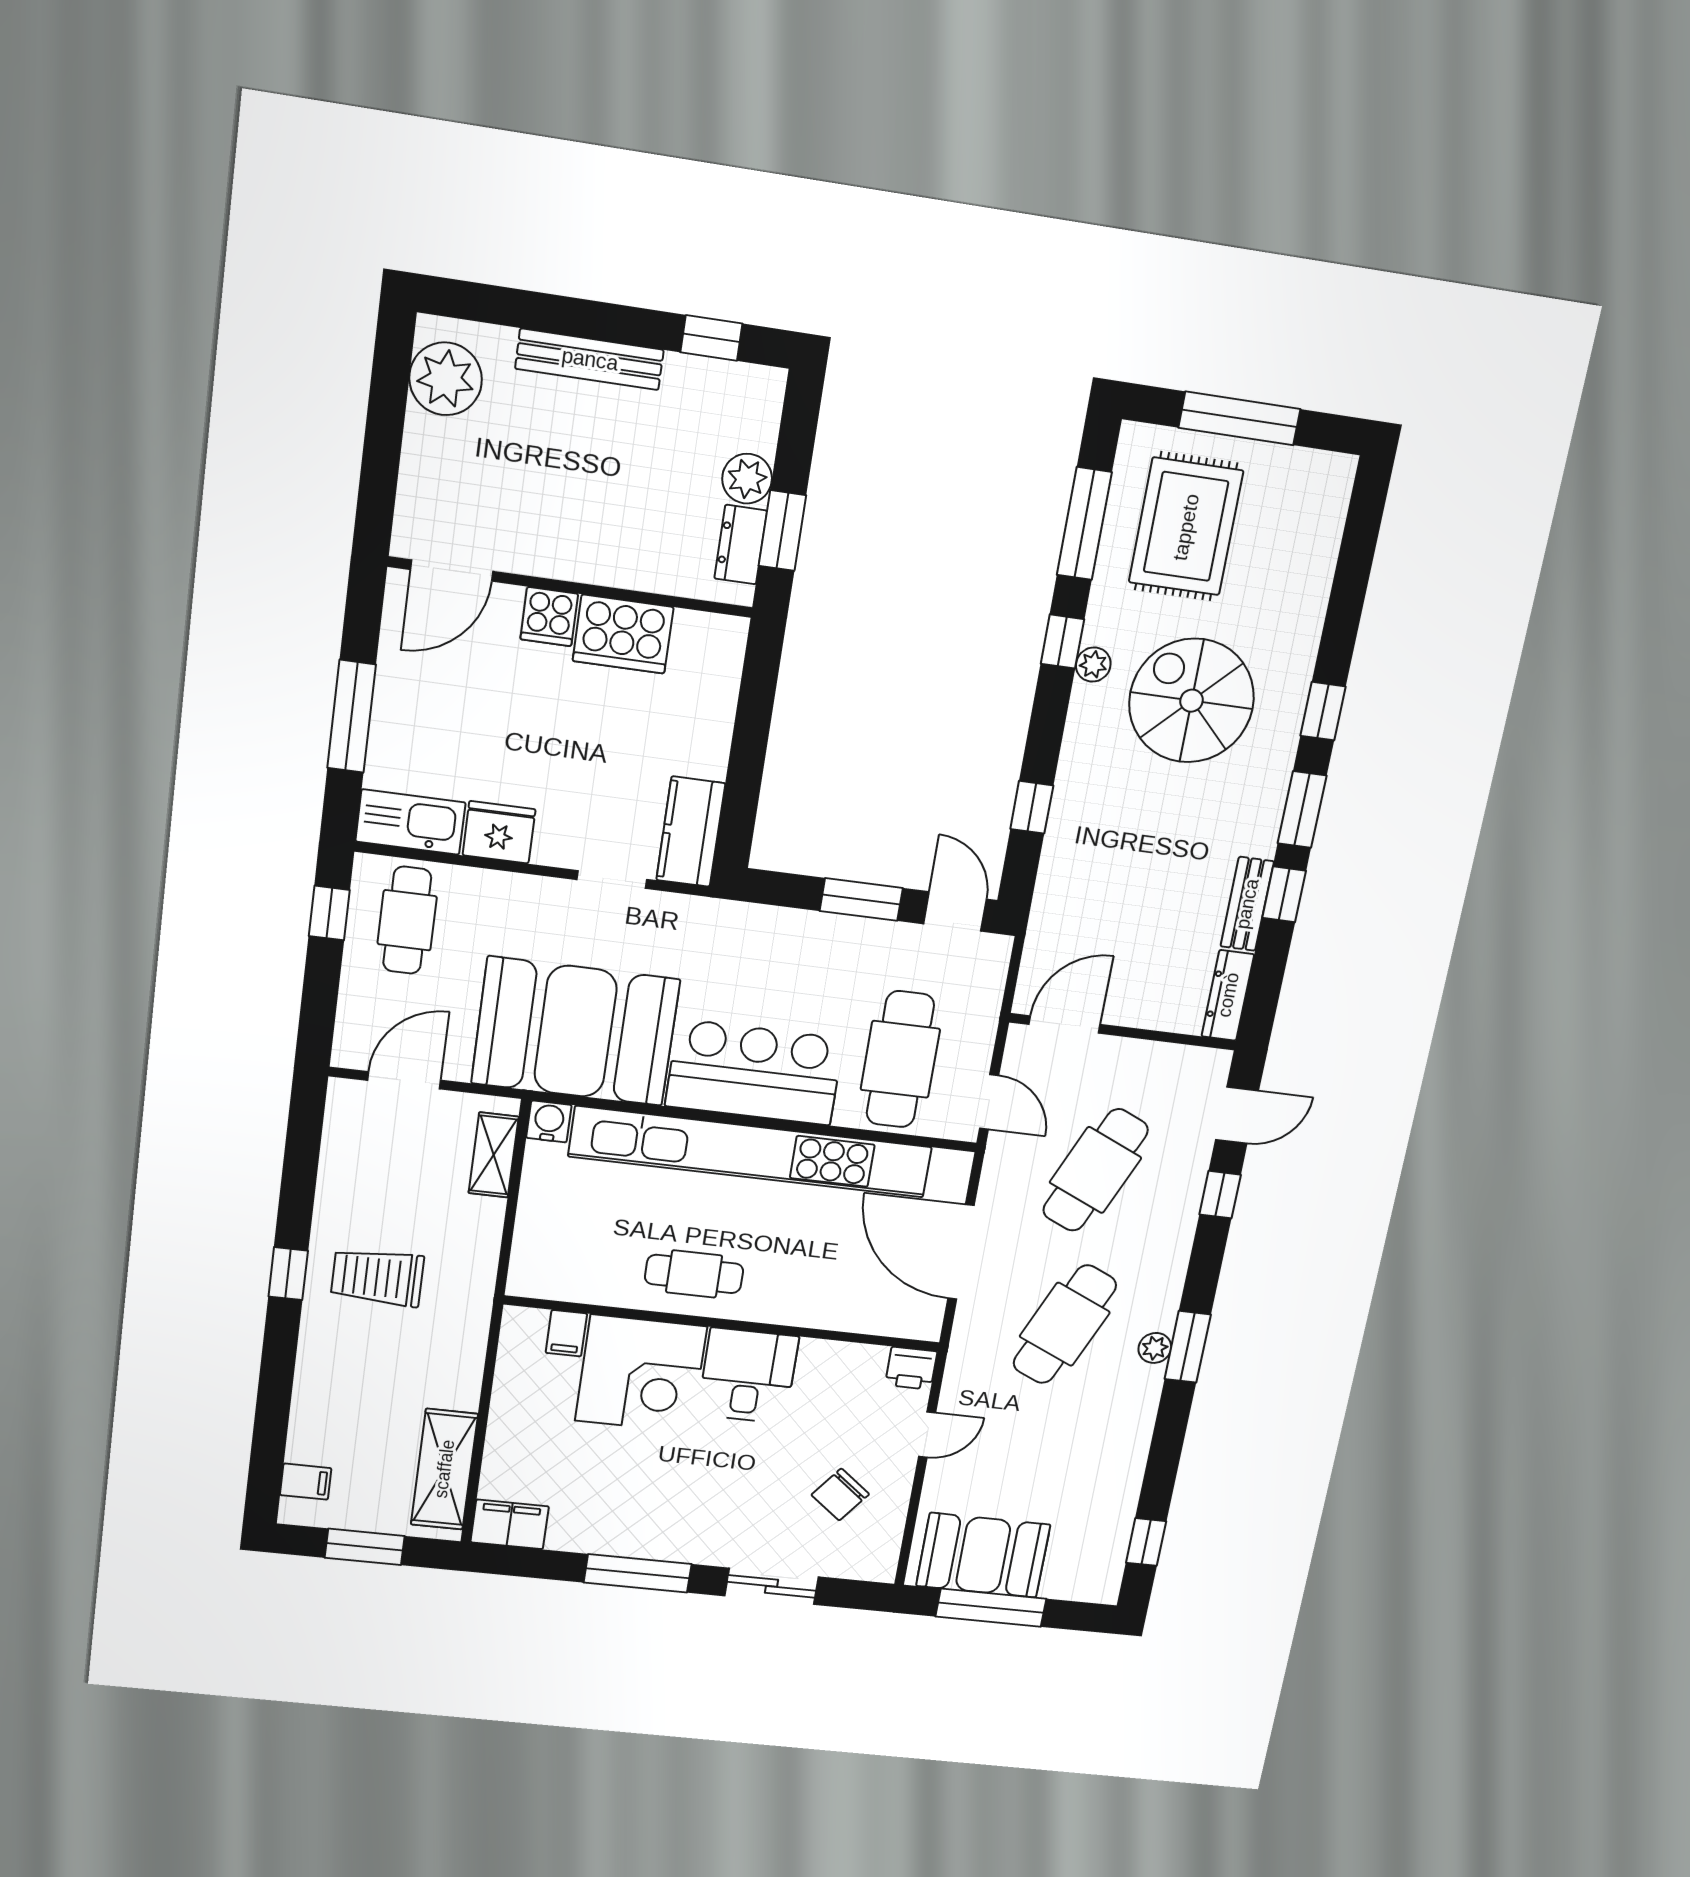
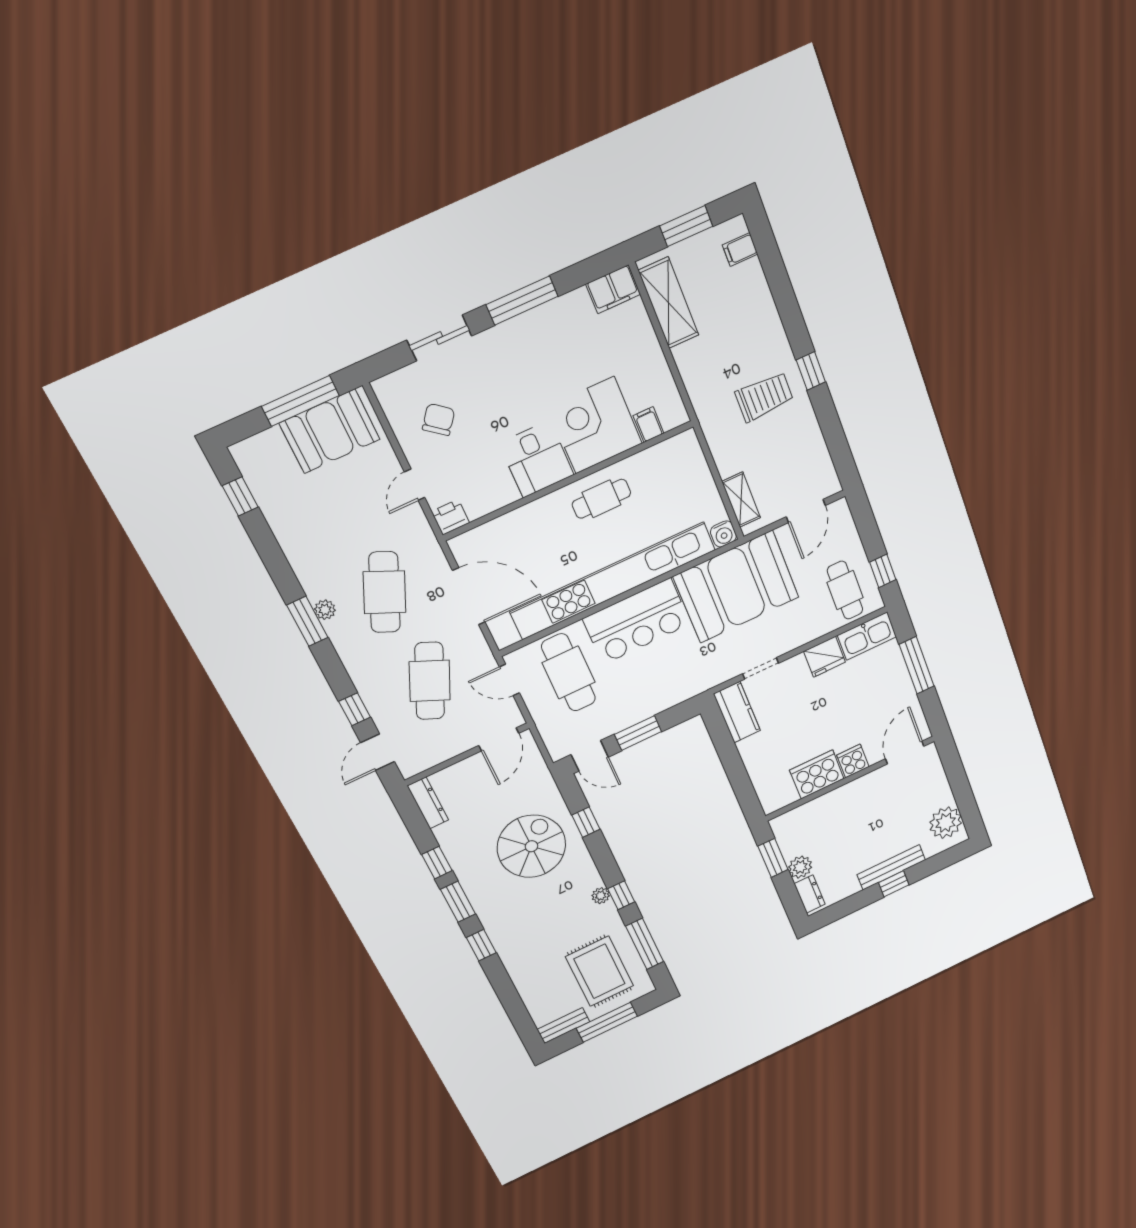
window: (711, 338) -> (894, 884), moved
dresser: (741, 545) -> (810, 894), moved
spiral stairs: (1192, 701) -> (531, 846), moved, turned -90
bench: (1247, 904) -> (563, 1026), moved, turned 90

